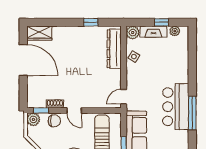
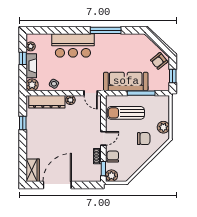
plant: (116, 75) -> (70, 100), added
bar counter: (176, 107) -> (73, 45), moved

